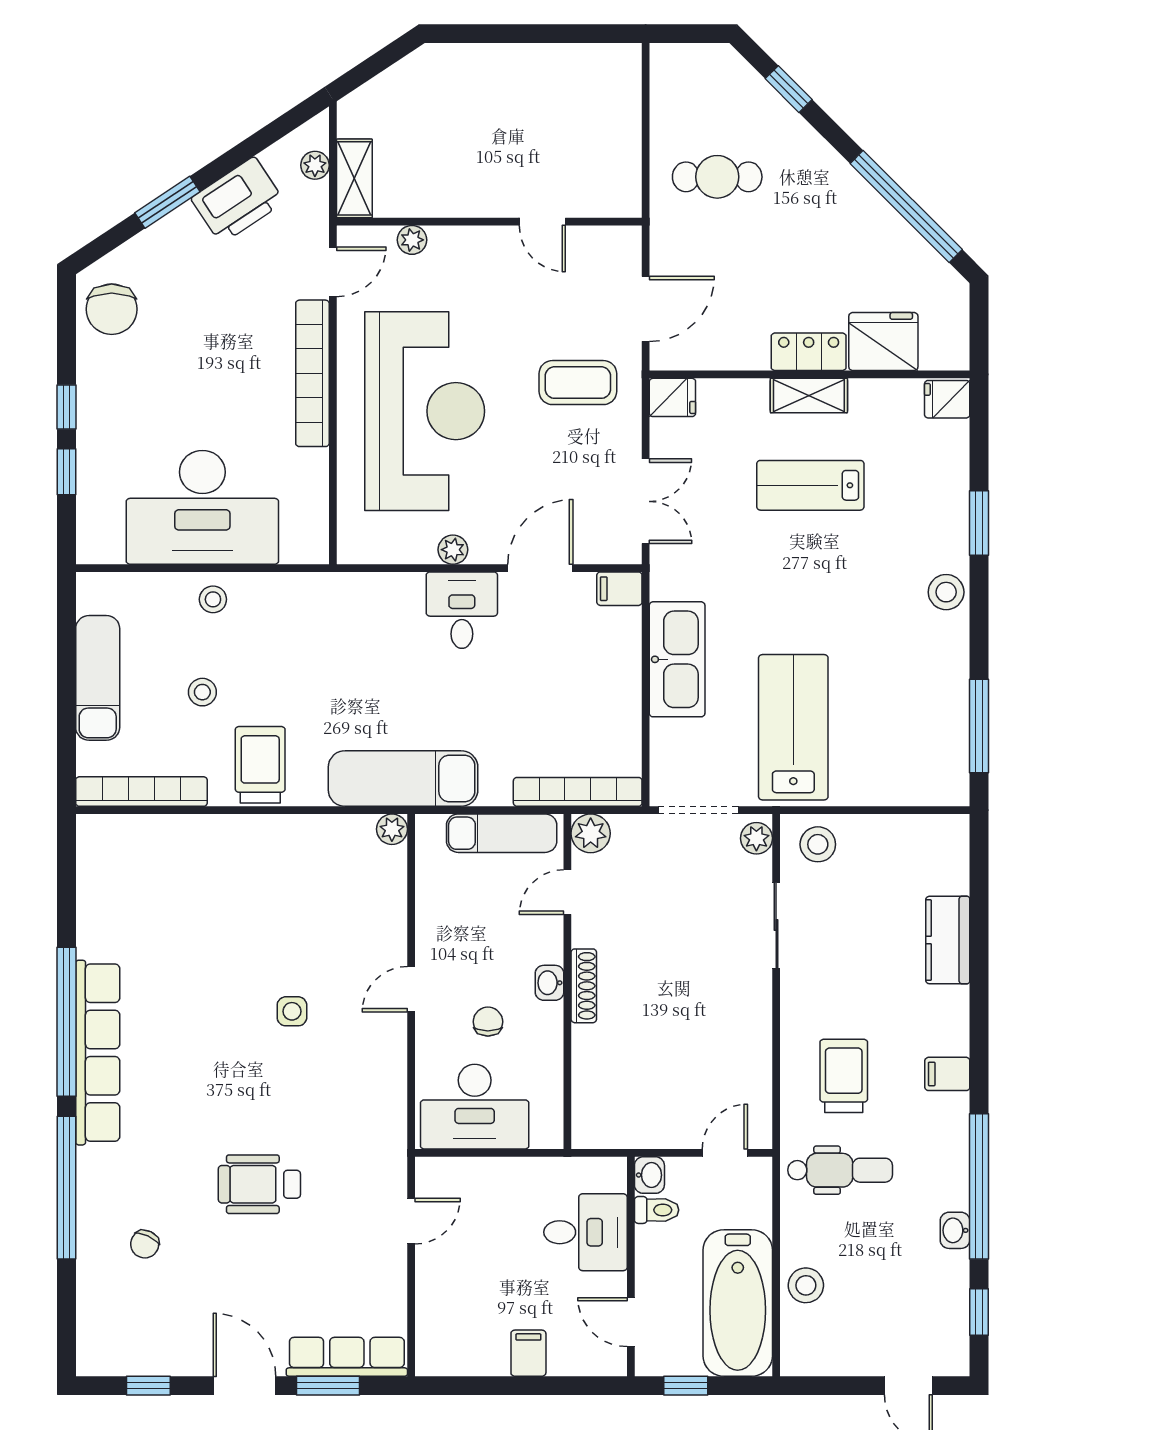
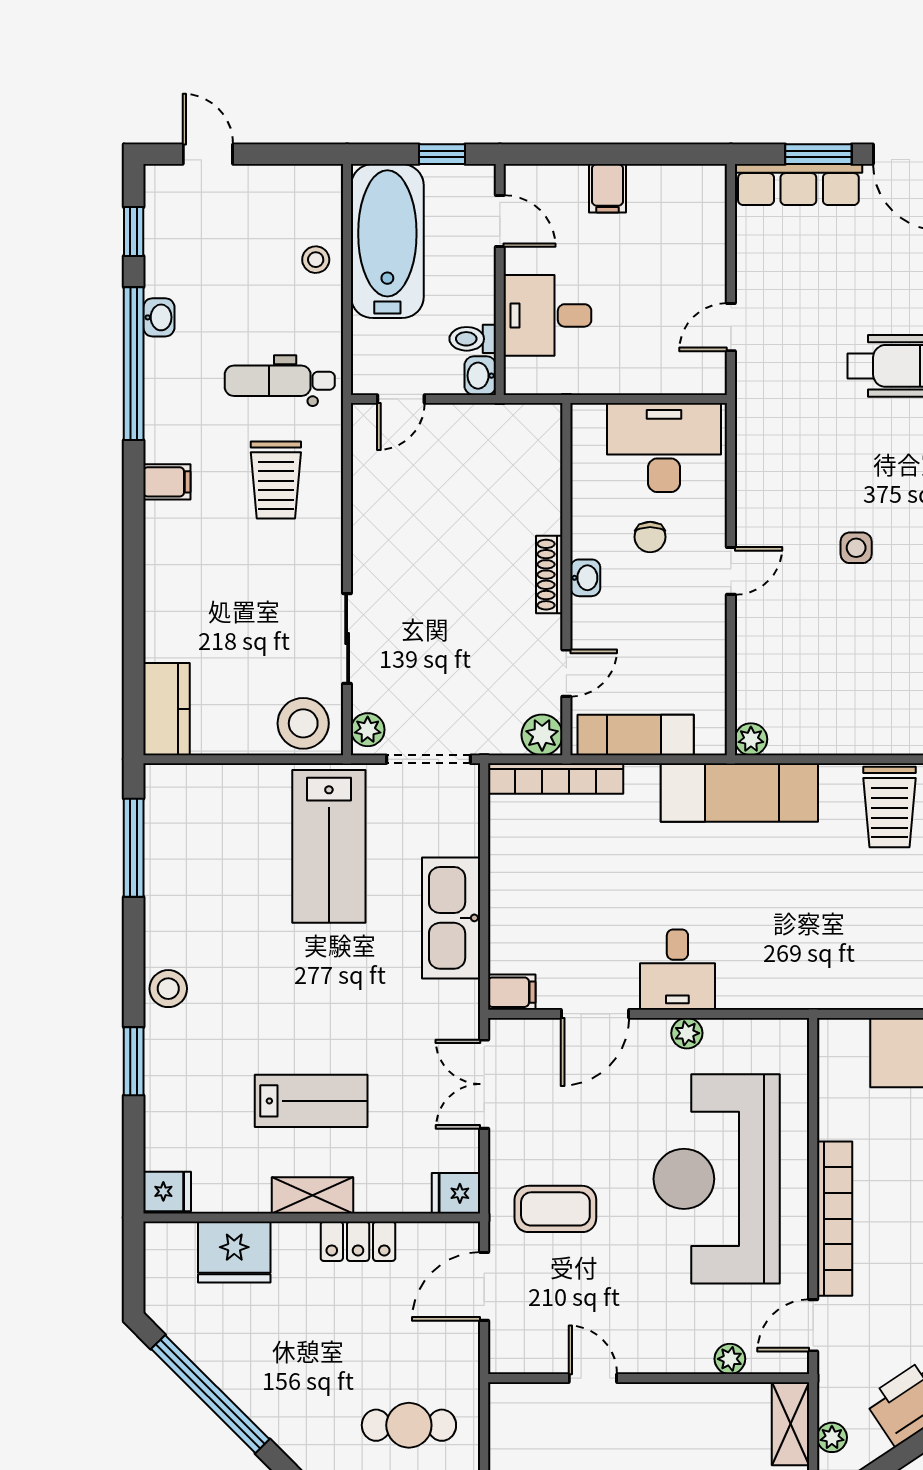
locker: (809, 352) -> (358, 1241), moved
stool: (818, 844) -> (303, 723), width x1.38, depth x1.38
kitchen counter: (948, 940) -> (166, 709), moved
stool: (806, 1285) -> (316, 260), width x0.73, depth x0.73

